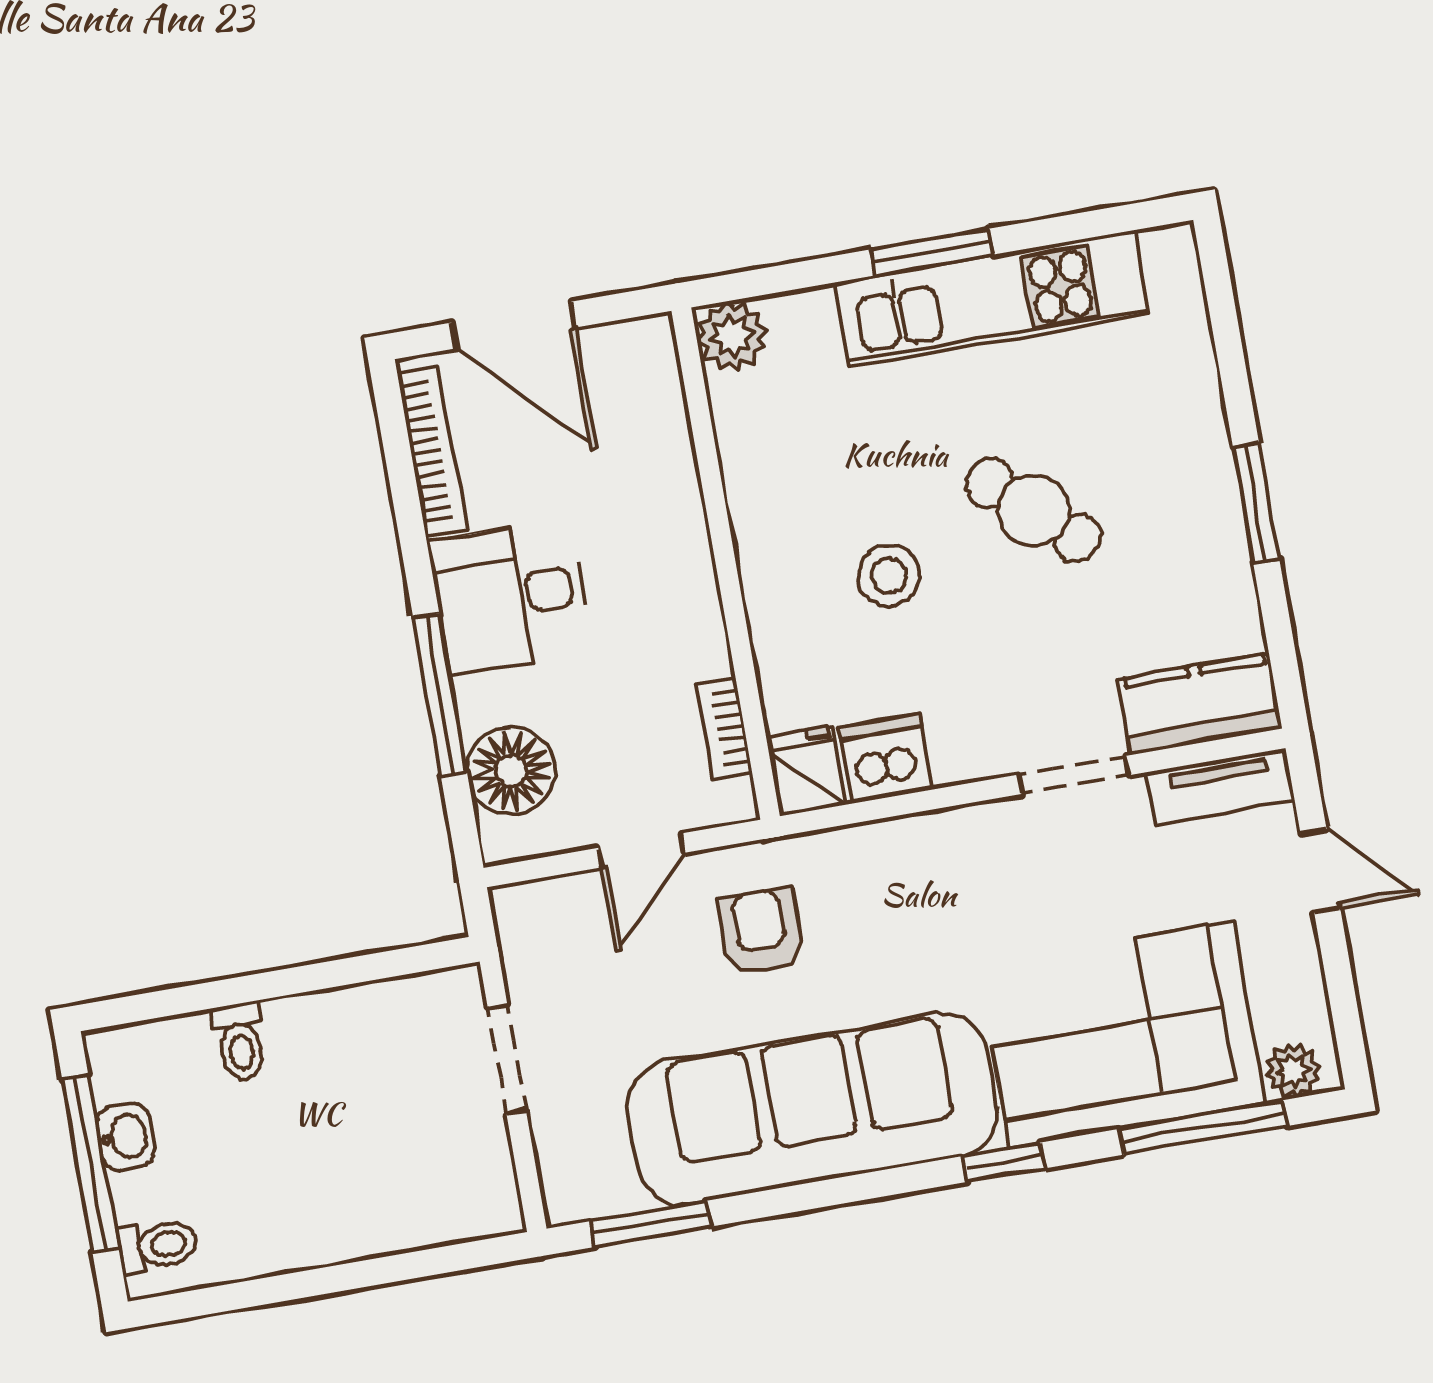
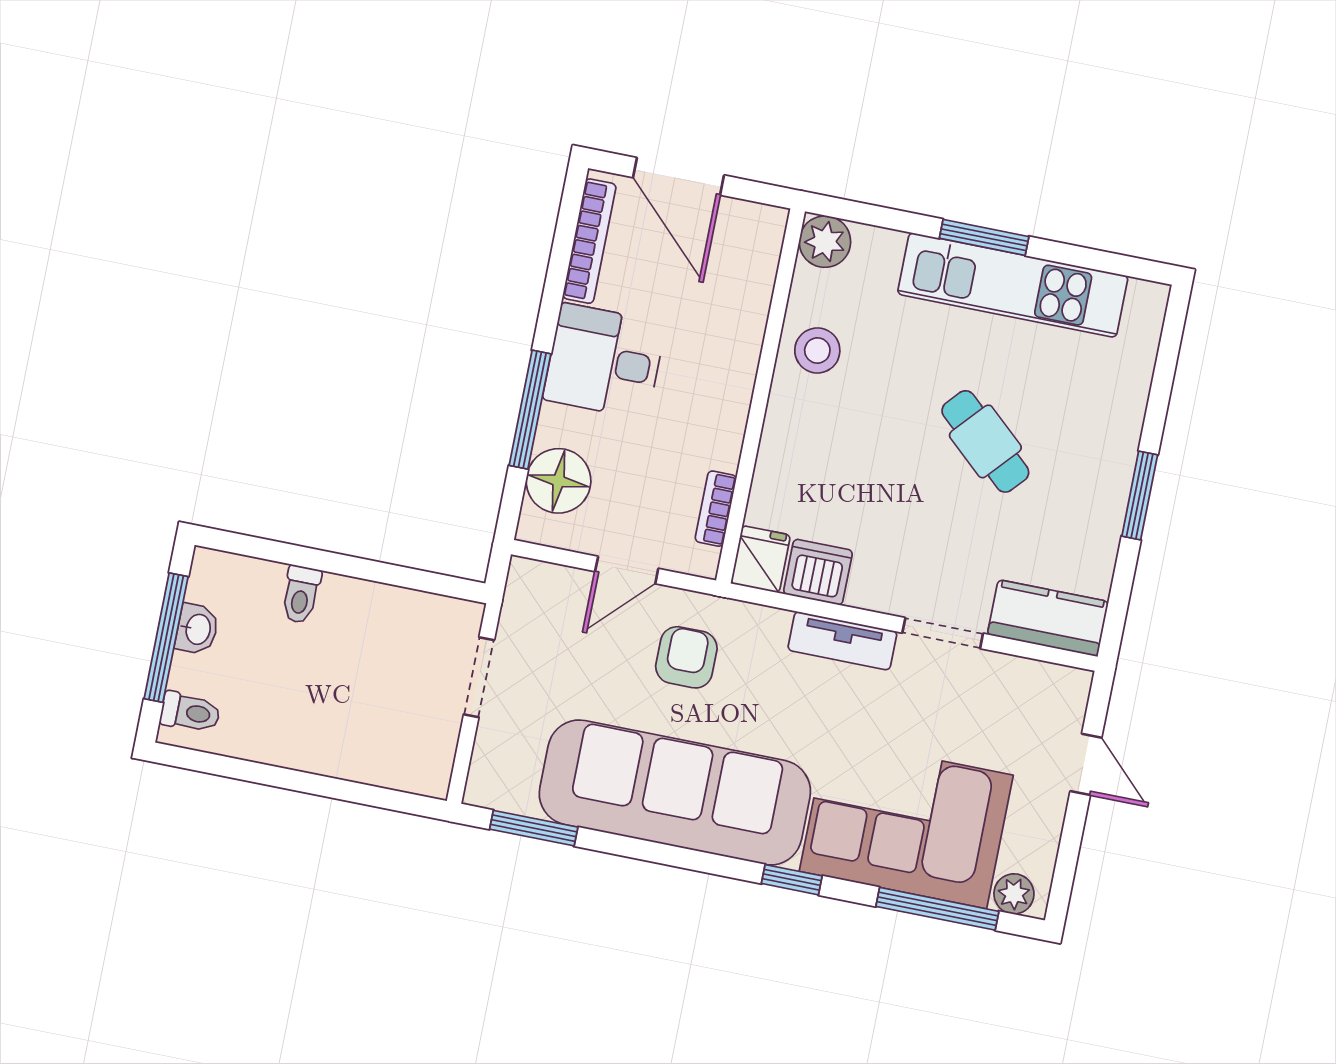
stool: (889, 576) -> (817, 350), moved
tv unit: (1220, 787) -> (842, 641), moved

